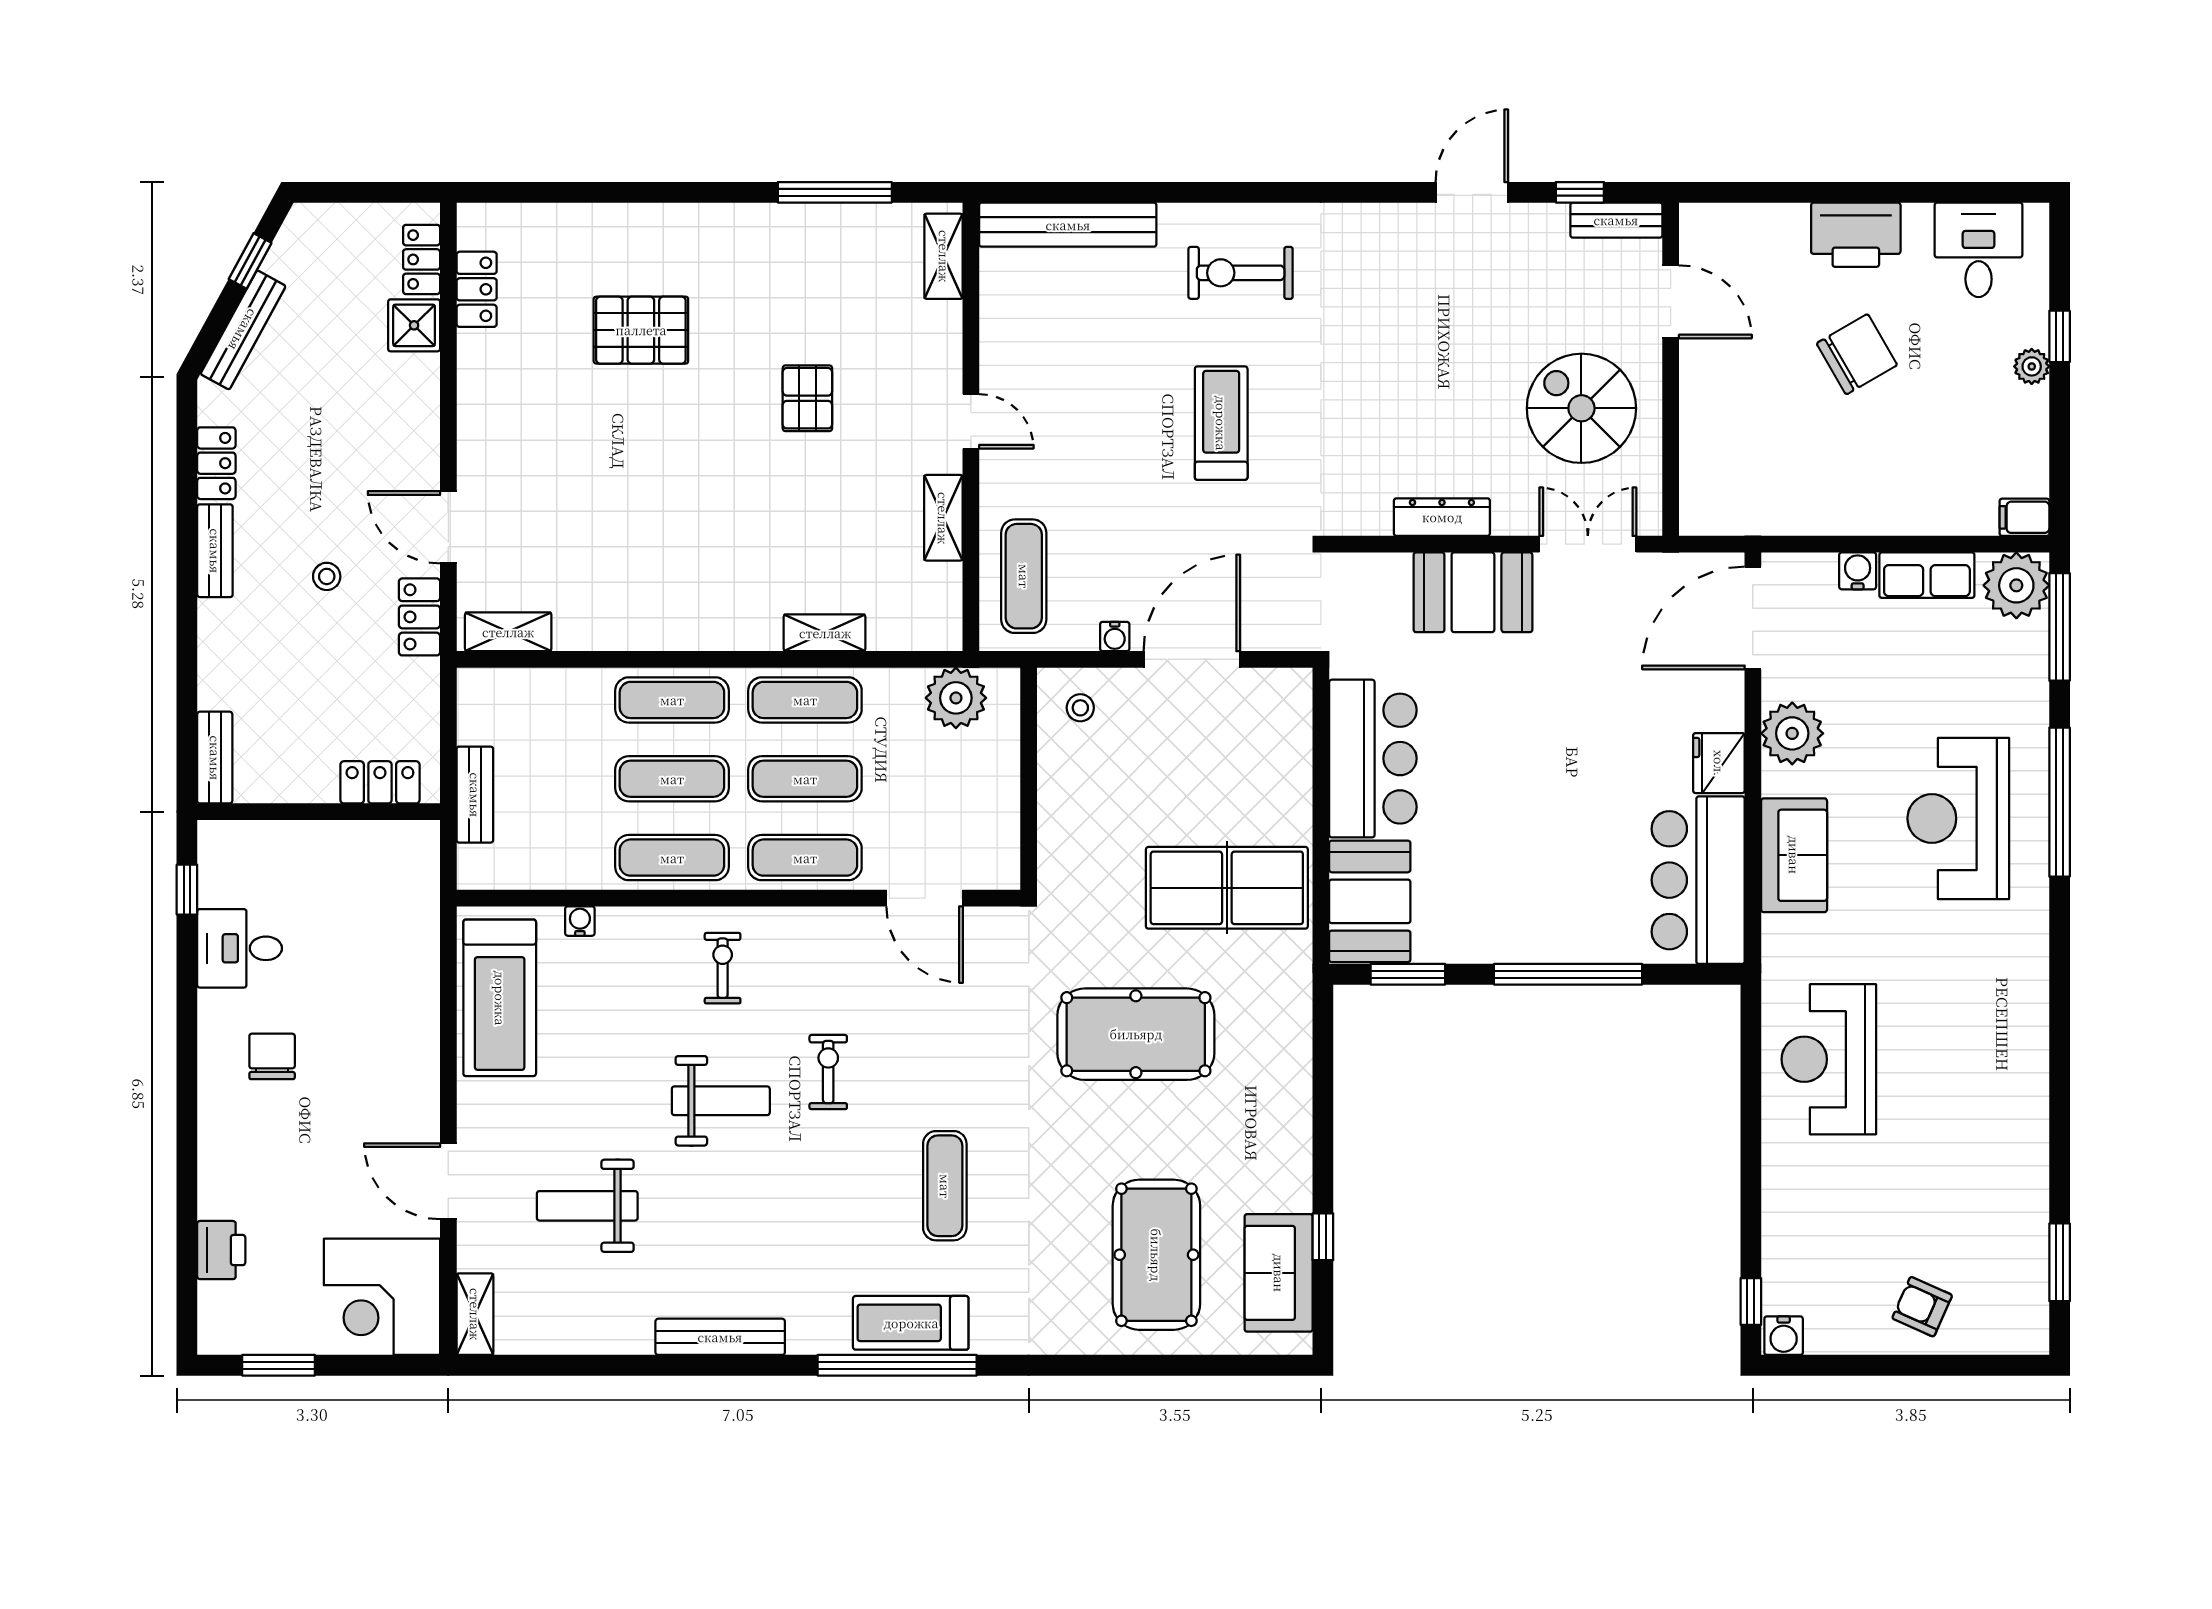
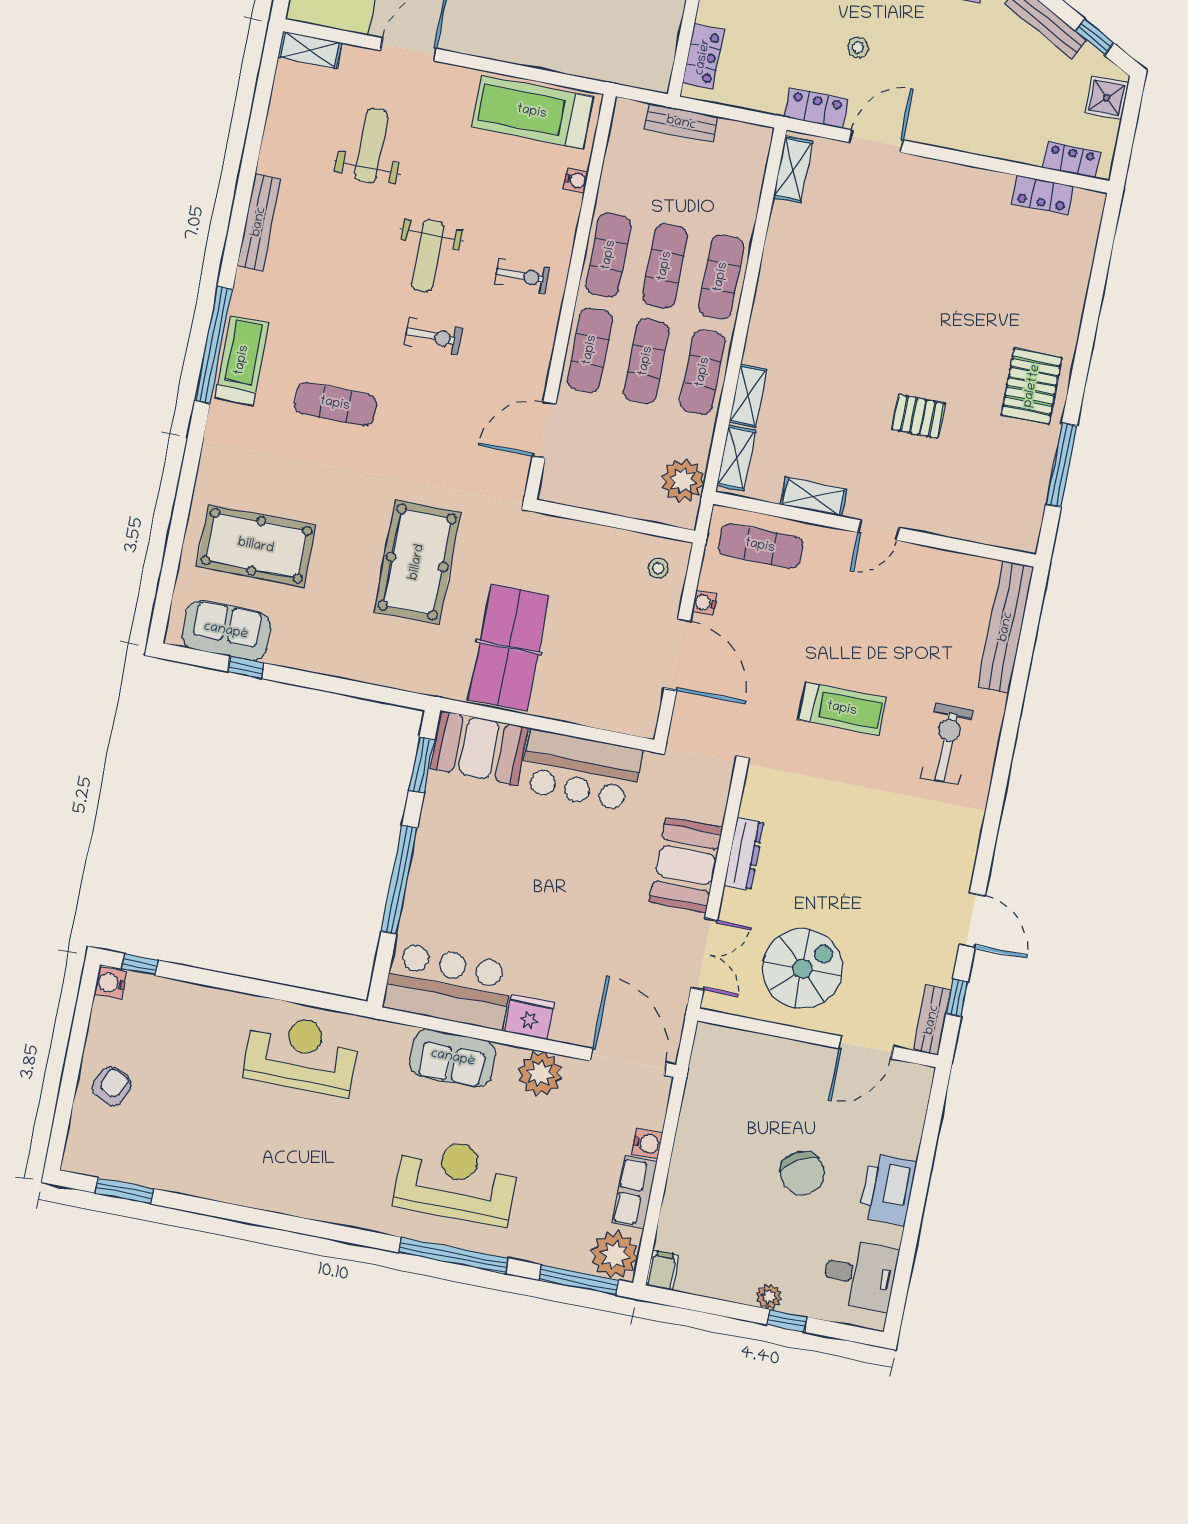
shelving: (944, 256) -> (736, 458), moved, turned 90
shower: (414, 325) -> (1107, 98), moved
pallet: (641, 330) -> (1032, 386), moved

